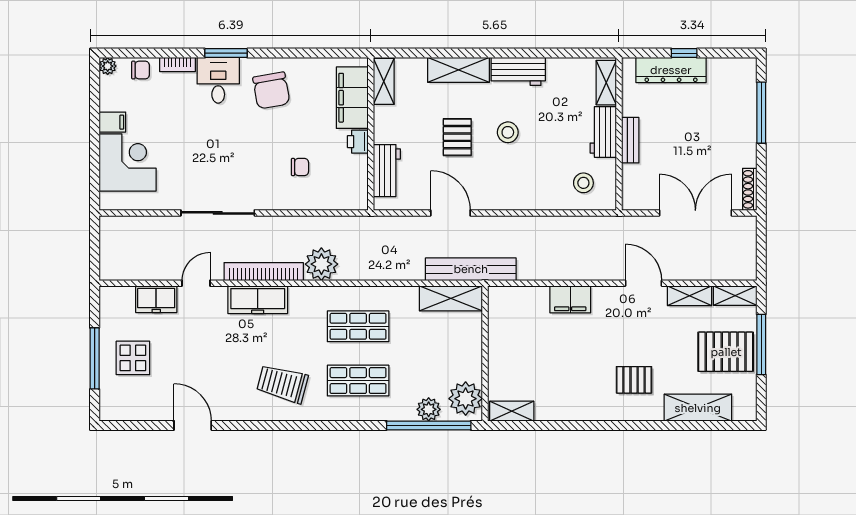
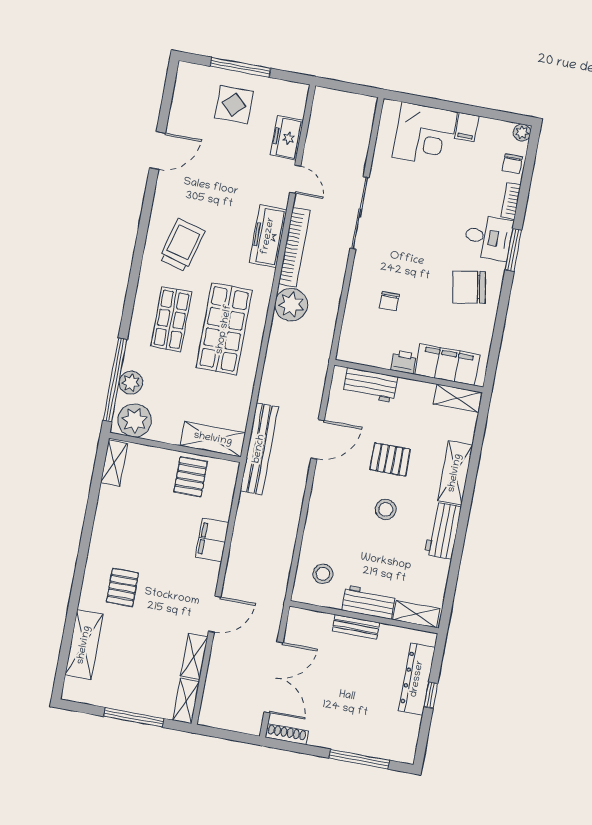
shelving: (451, 298) -> (213, 439), moved, turned 90
shop shelf: (358, 326) -> (224, 329), width x1.43, depth x1.36
pallet: (726, 352) -> (191, 477), moved, width x0.67, depth x0.71

